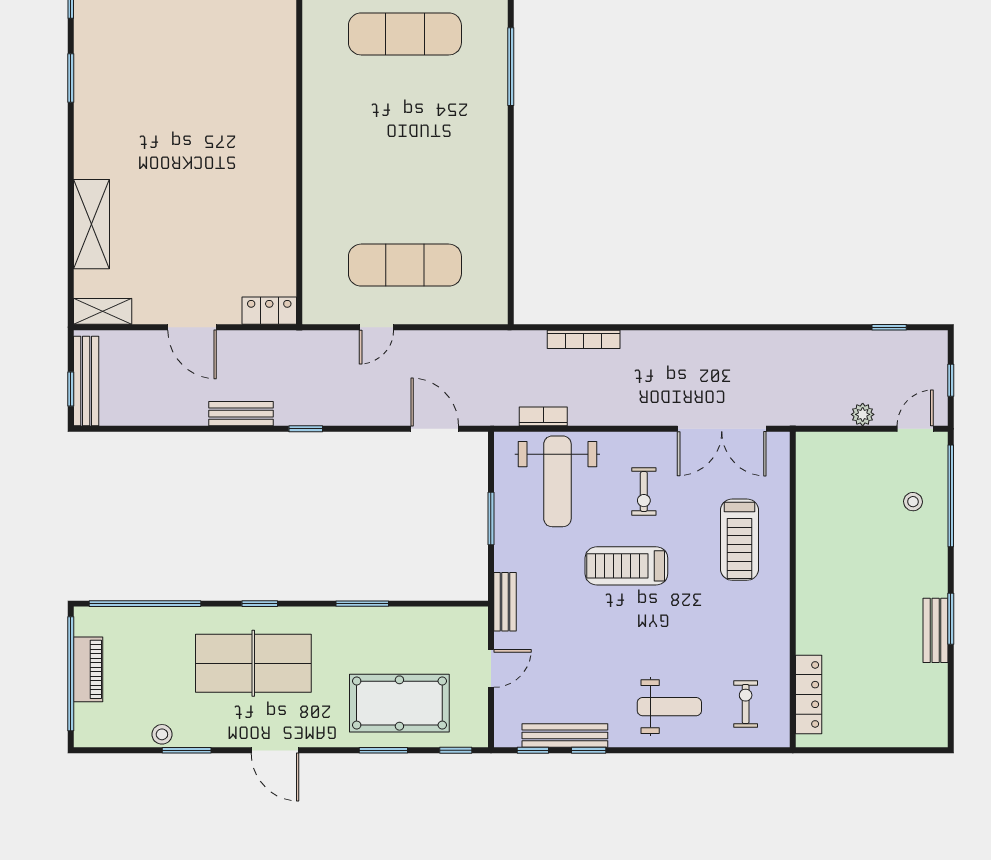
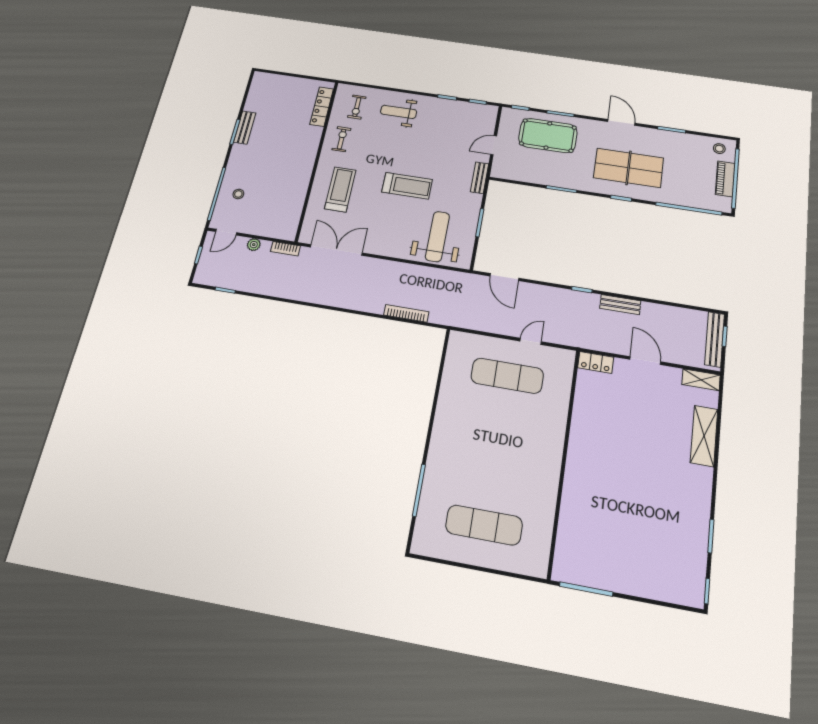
bookcase: (543, 416) -> (285, 249), moved
exercise bike: (644, 491) -> (342, 139), moved
stool: (162, 734) -> (719, 149), moved
bench: (565, 735) -> (459, 106), removed

